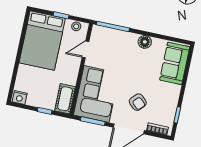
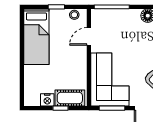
bed: (42, 41) -> (36, 37), width x0.67
nightstand: (20, 97) -> (47, 100), moved
cot: (65, 99) -> (70, 98), moved, turned 90

